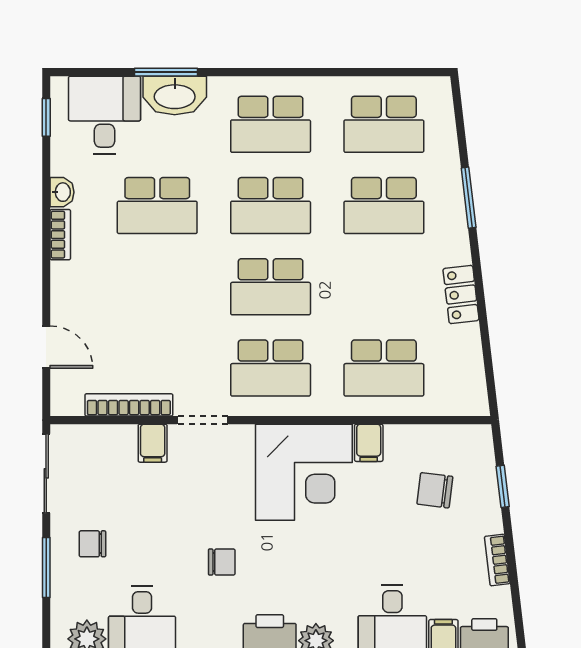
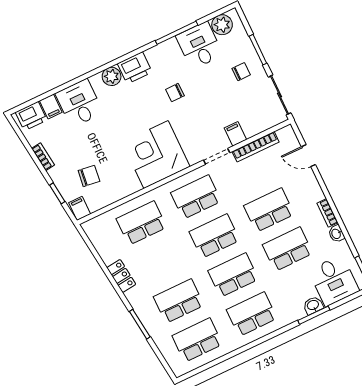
washbasin: (175, 96) -> (313, 305), width x0.52, depth x0.69
school desk: (157, 287) -> (269, 210), added
filing cabinet: (369, 443) -> (80, 208), moved

